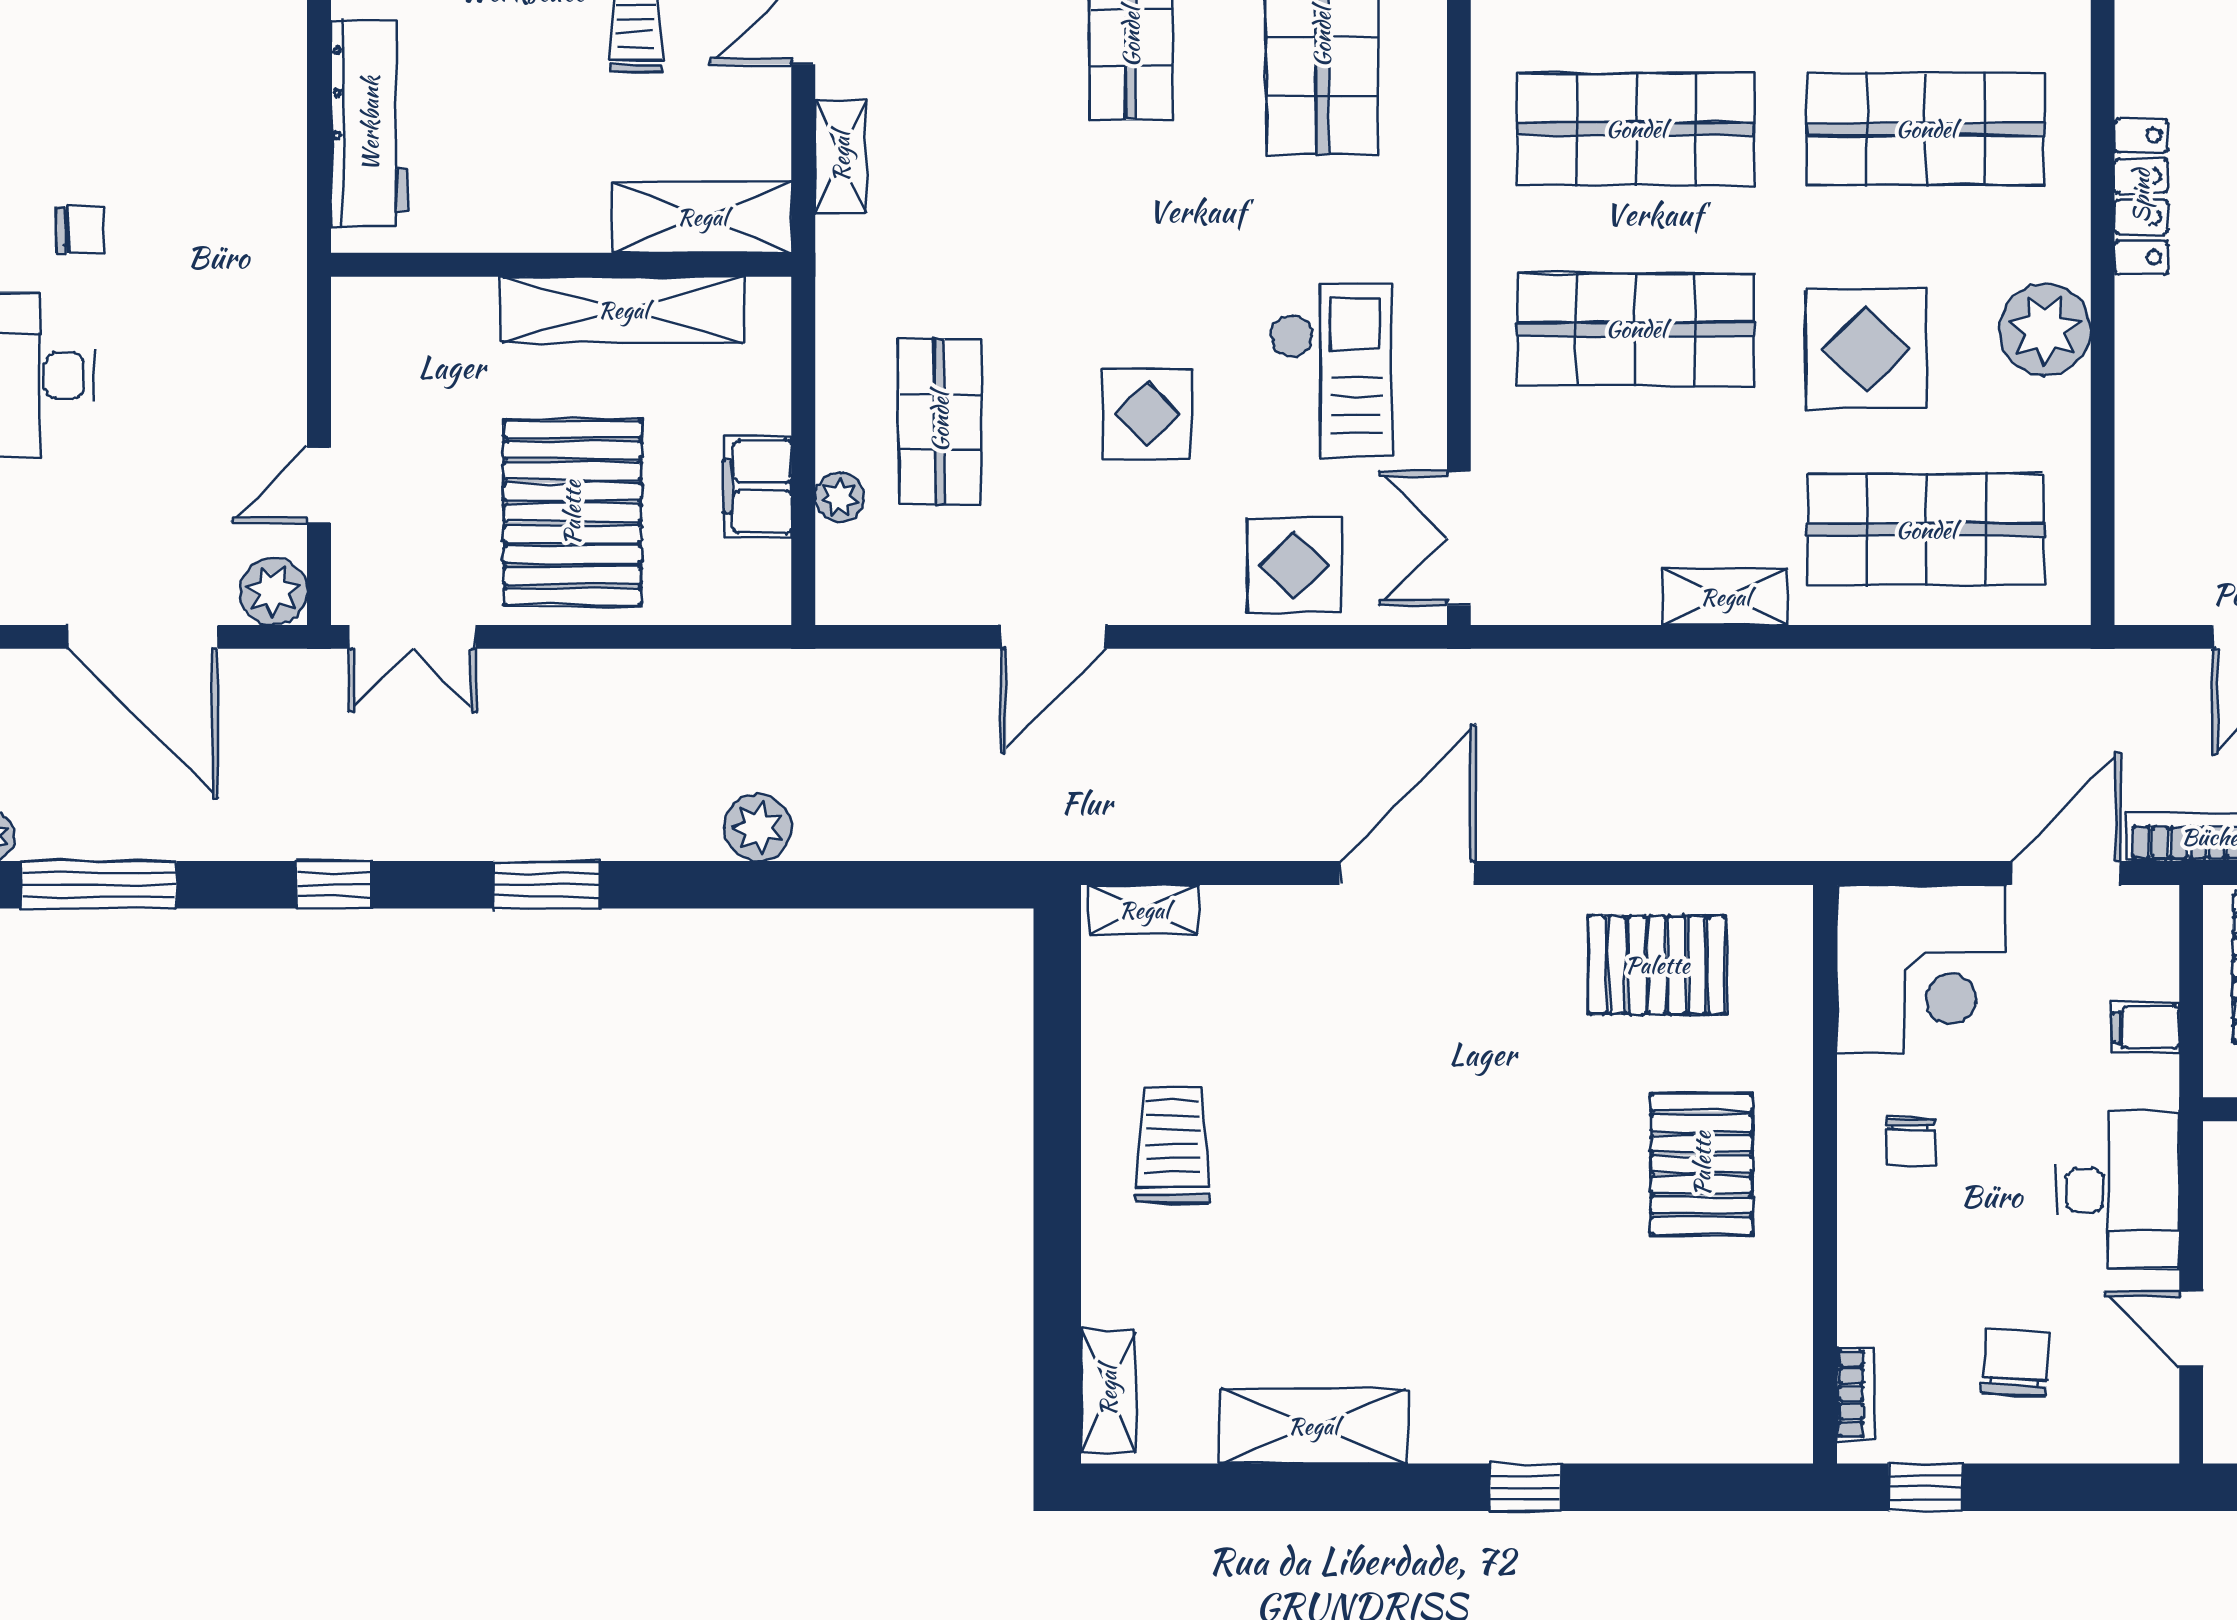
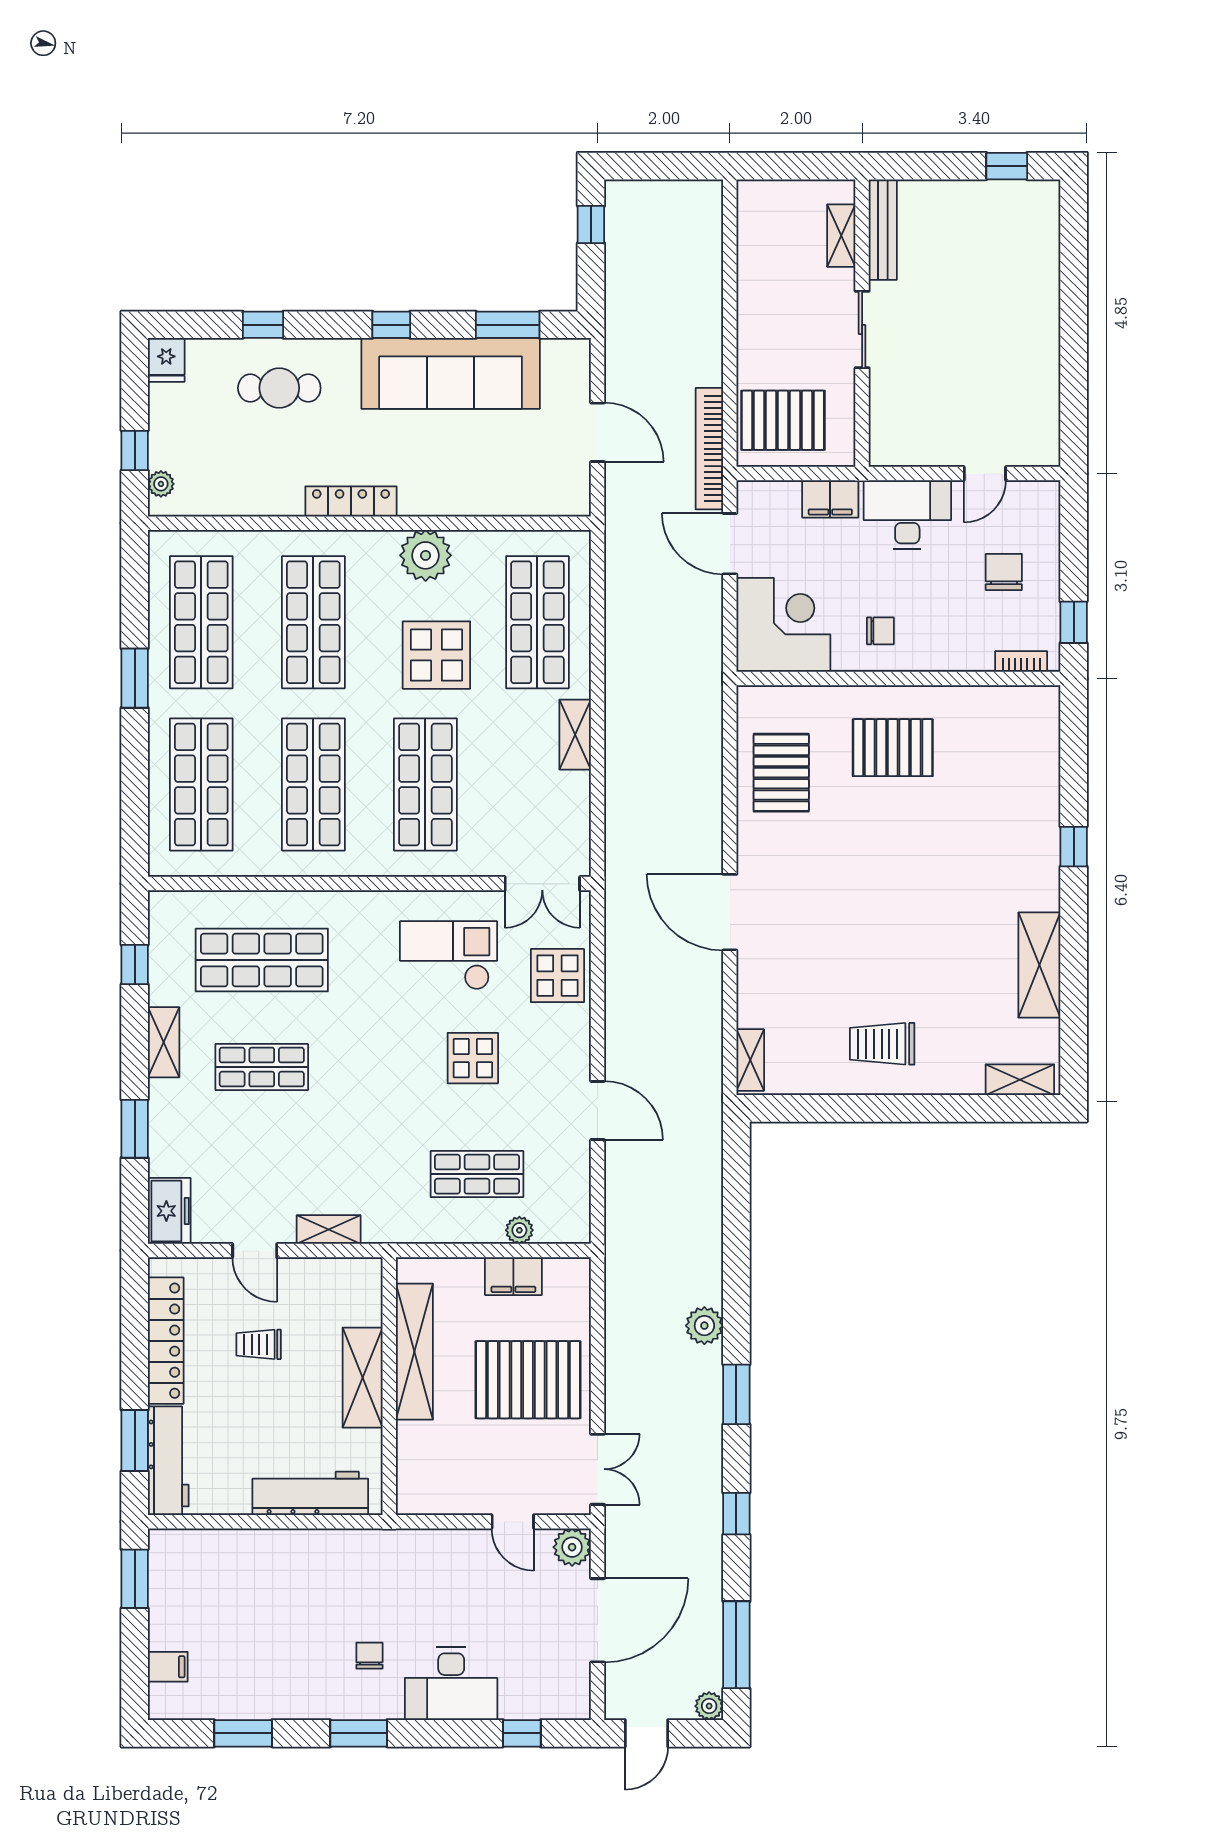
shelving: (702, 217) -> (363, 1378), moved
plant: (758, 828) -> (704, 1326), moved
filing cabinet: (2146, 1028) -> (830, 499), width x2.00
chair: (2015, 1362) -> (1004, 572), turned 87

